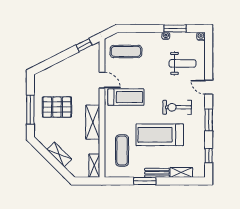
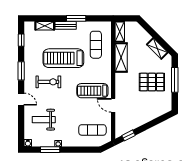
shelving: (93, 122) -> (121, 57), moved
treadmill: (160, 135) -> (63, 58), turned 180
shelving: (59, 154) -> (157, 49), moved

